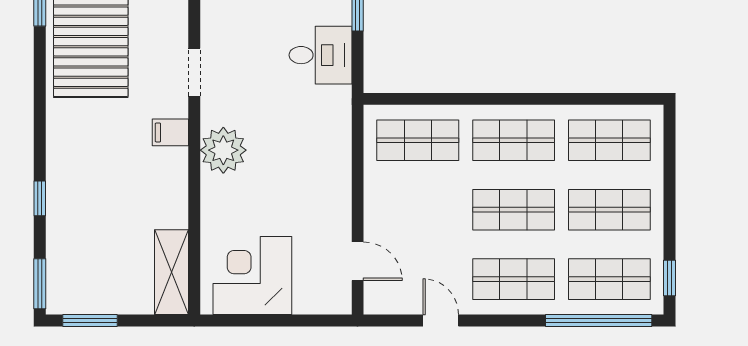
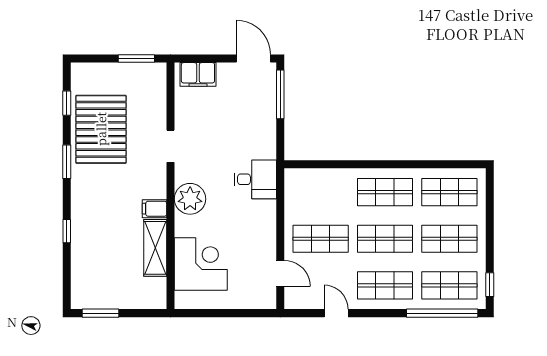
desk: (320, 55) -> (255, 179), moved
filing cabinet: (170, 132) -> (155, 209), moved
shop shelf: (418, 140) -> (321, 239), moved
shelving: (171, 272) -> (155, 248), moved
corner desk: (252, 275) -> (201, 264), moved, turned 90
window: (40, 284) -> (67, 162), moved

